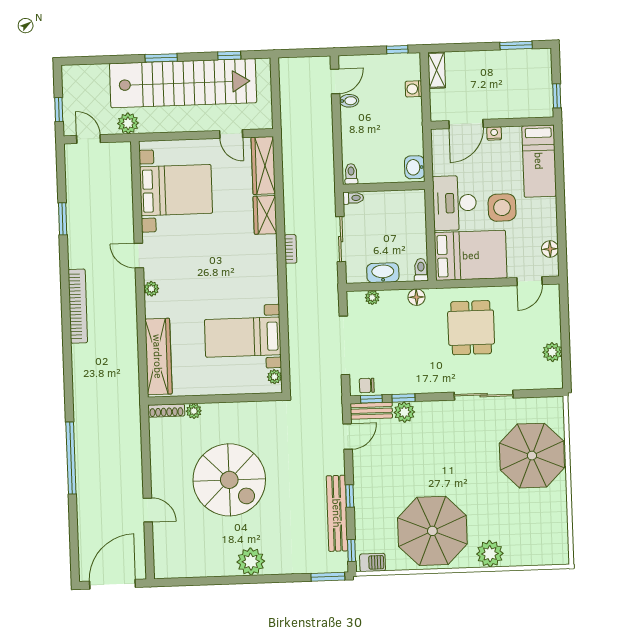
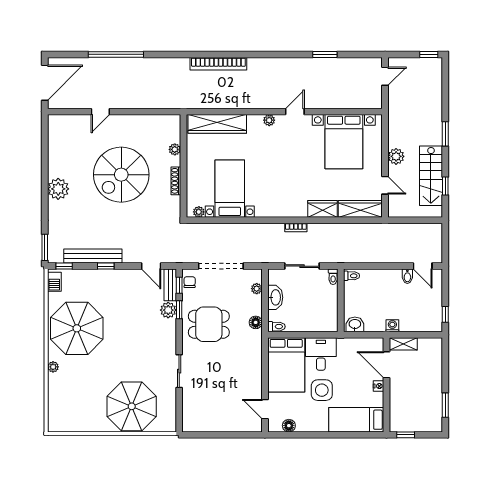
shelving: (437, 70) -> (403, 344), moved
stairs: (183, 83) -> (431, 176), width x0.54, depth x0.66
washing machine: (414, 89) -> (392, 326), moved
window: (59, 110) -> (429, 54), moved
plant: (128, 123) -> (396, 156), moved
door: (231, 134) -> (385, 185), swing flipped
desk: (455, 203) -> (321, 354), width x0.73
bookcase: (78, 306) -> (218, 64), moved
dining table: (471, 328) -> (209, 324), moved
plant: (552, 352) -> (210, 425), removed
sliding door: (484, 395) -> (179, 371), width x0.73
shoe rack: (166, 411) -> (176, 181), moved
window: (71, 458) -> (116, 54), moved
plant: (490, 554) -> (53, 367), width x0.53, depth x0.53
door: (113, 584) -> (45, 83), hinge flipped

